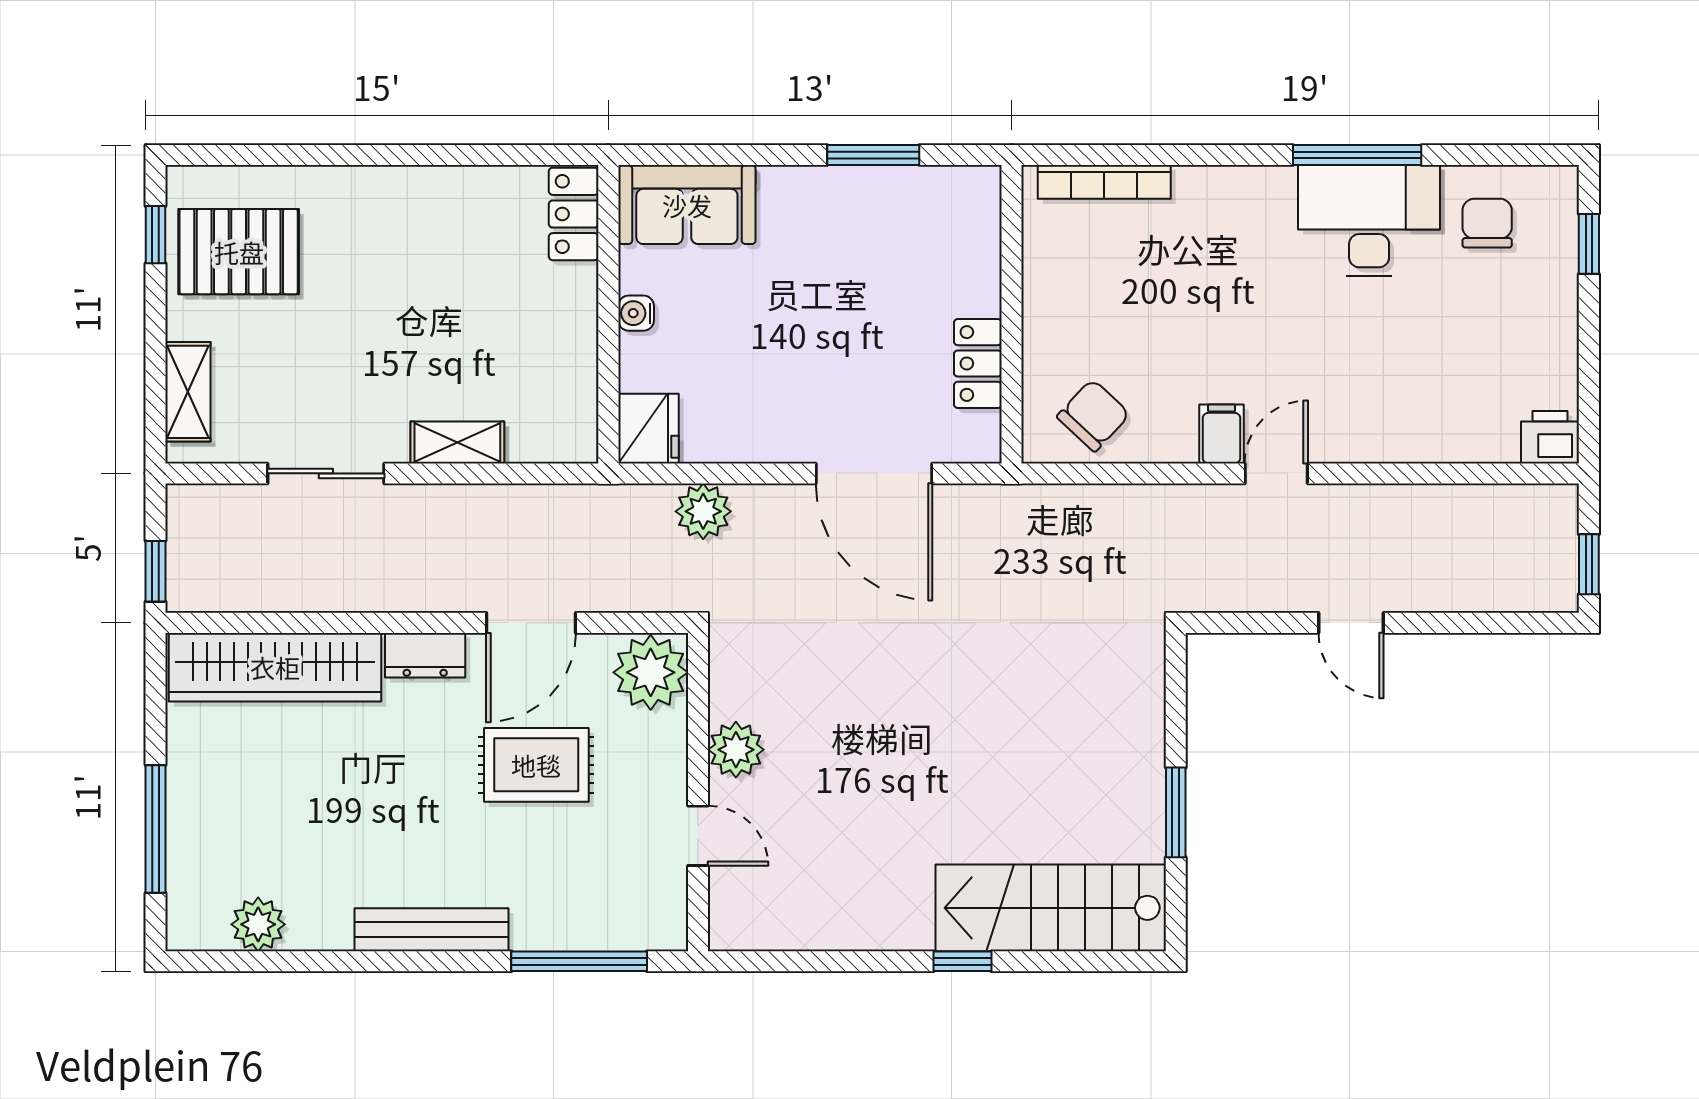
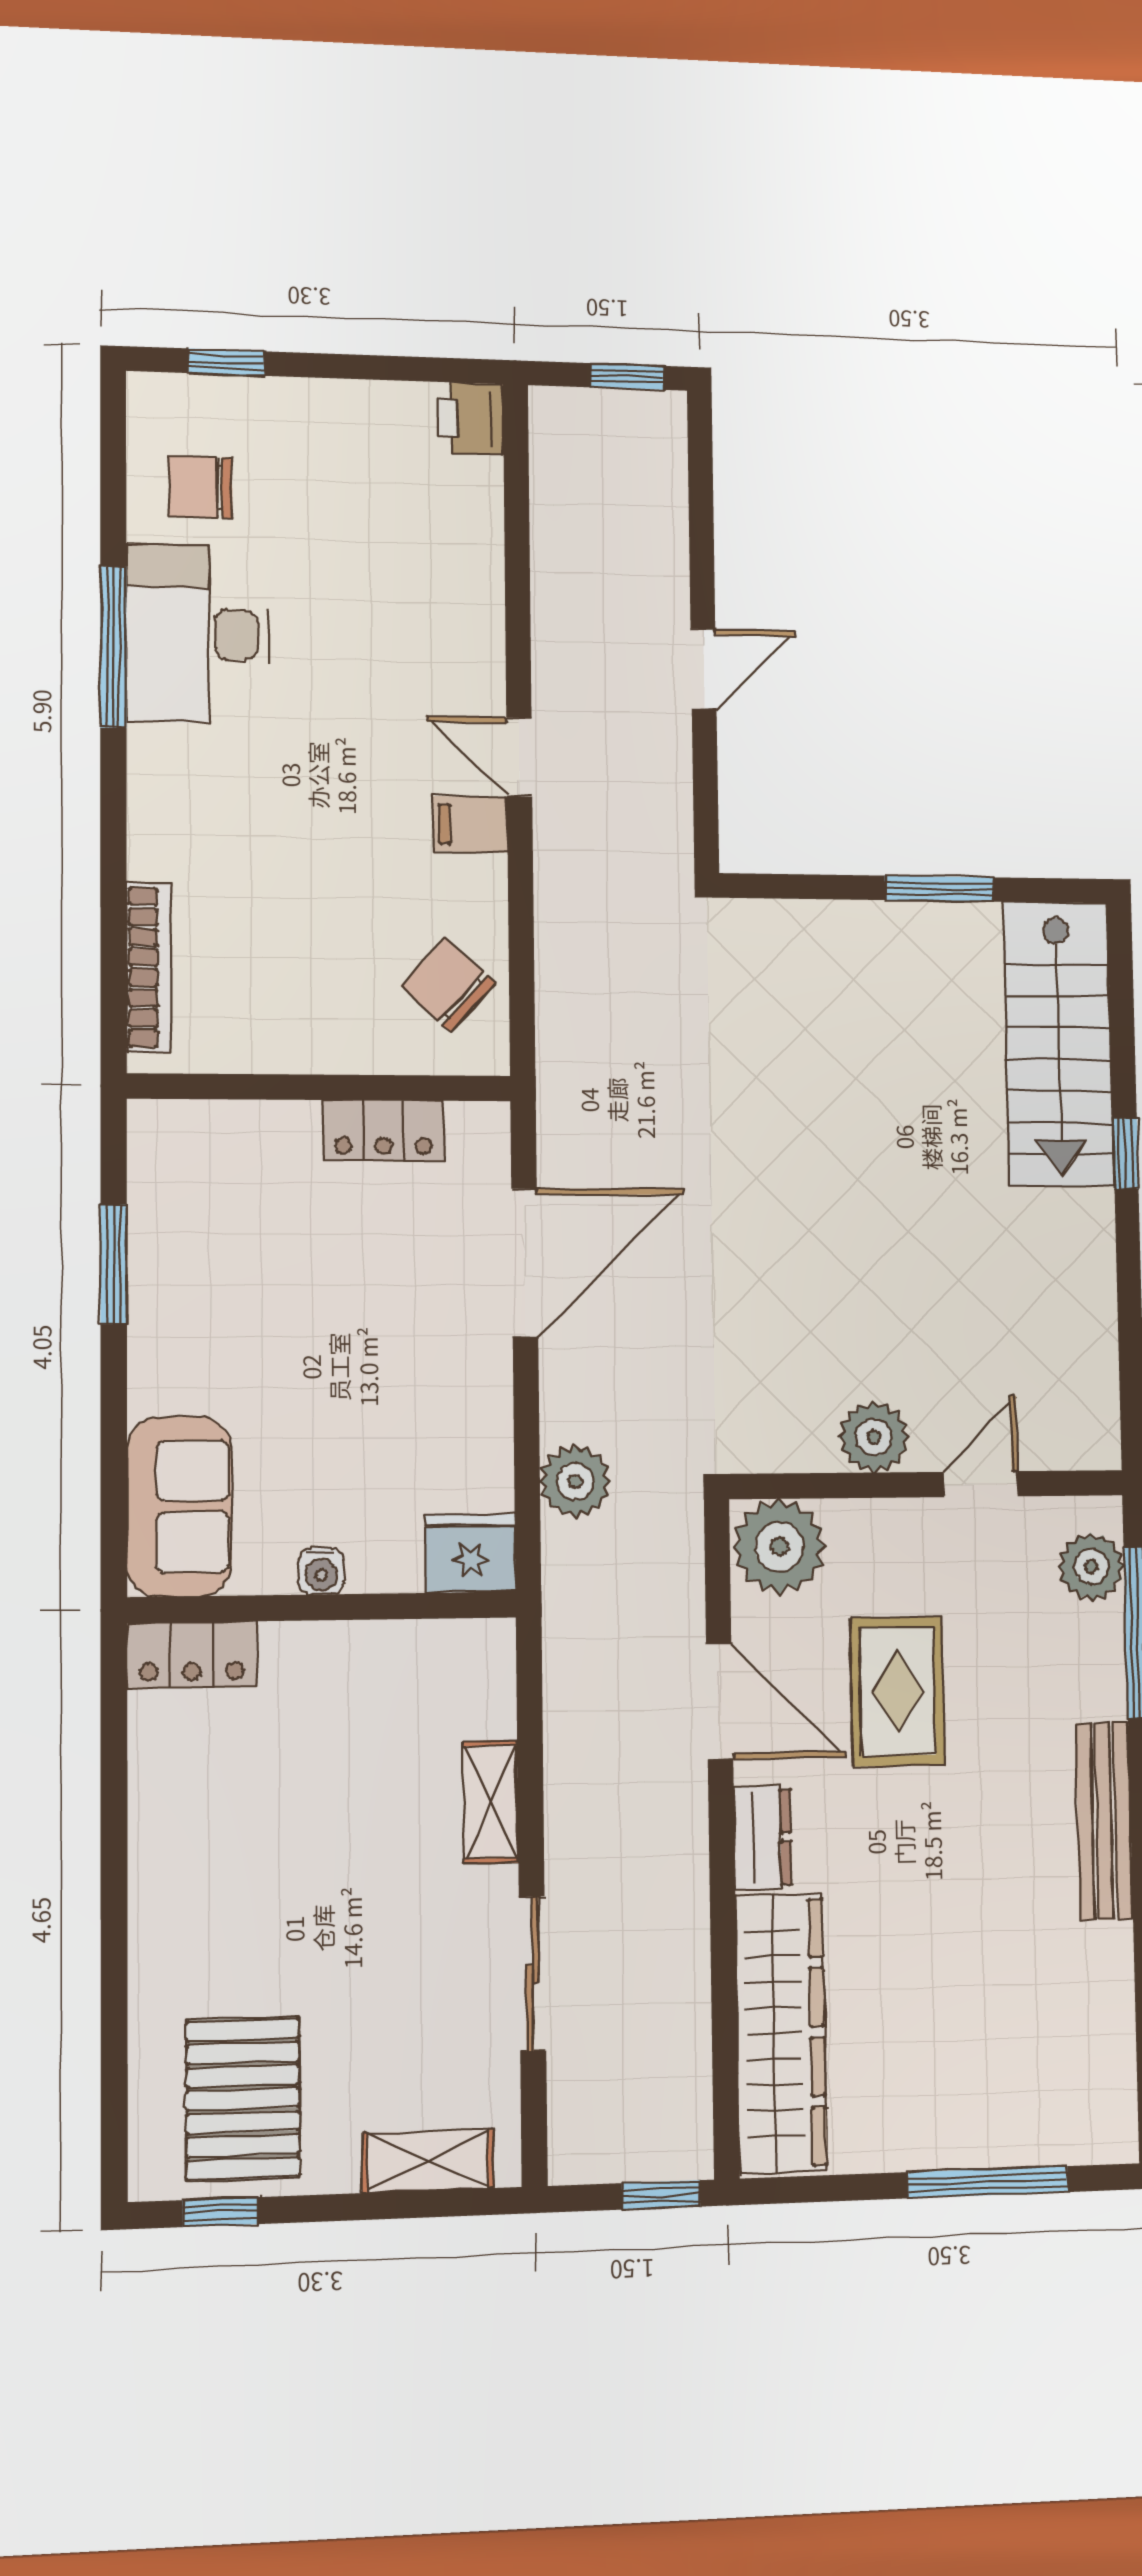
plant: (258, 924) -> (1091, 1567), moved

